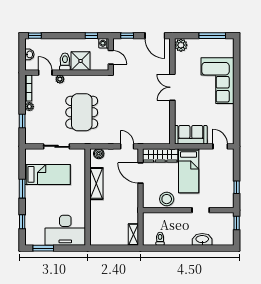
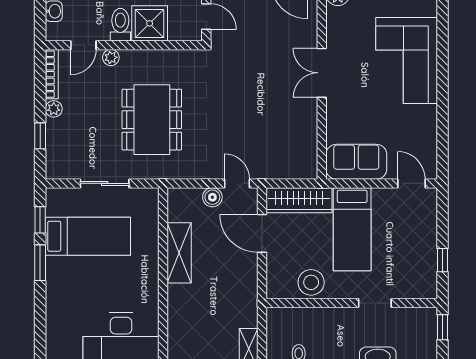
door: (45, 73) -> (83, 45), swing flipped
boiler: (99, 154) -> (212, 197), moved
window: (22, 222) -> (40, 220), moved

